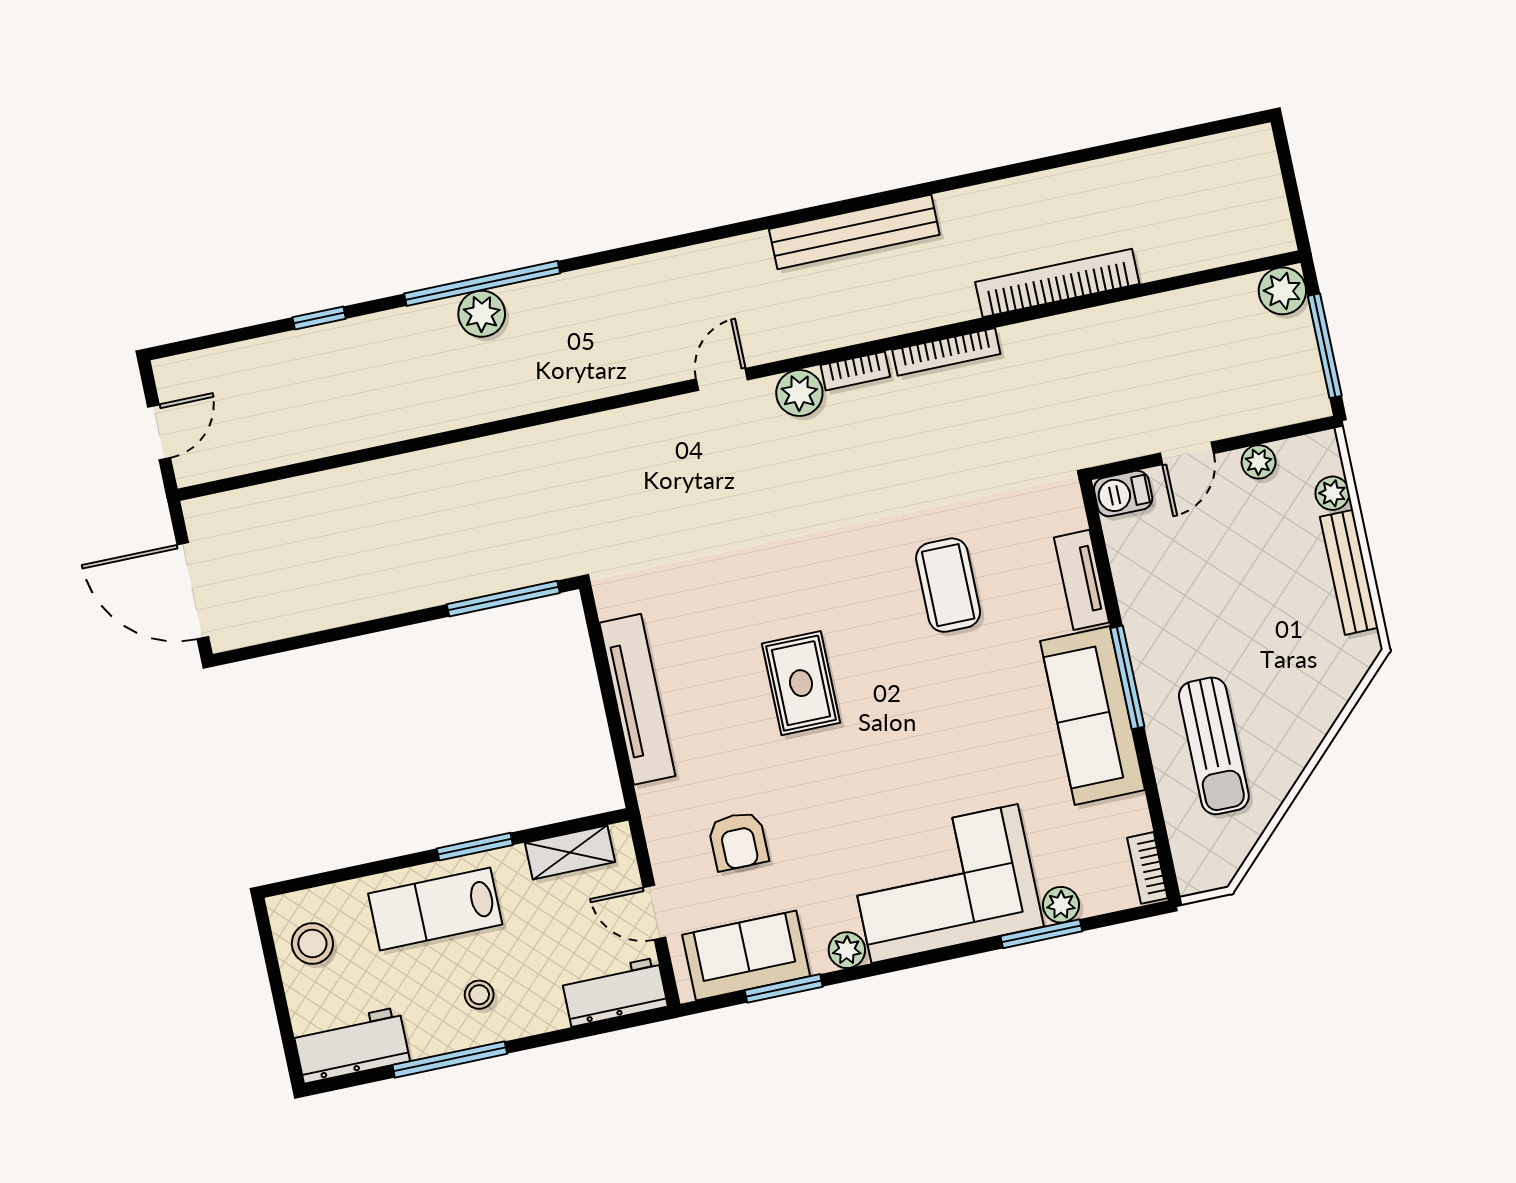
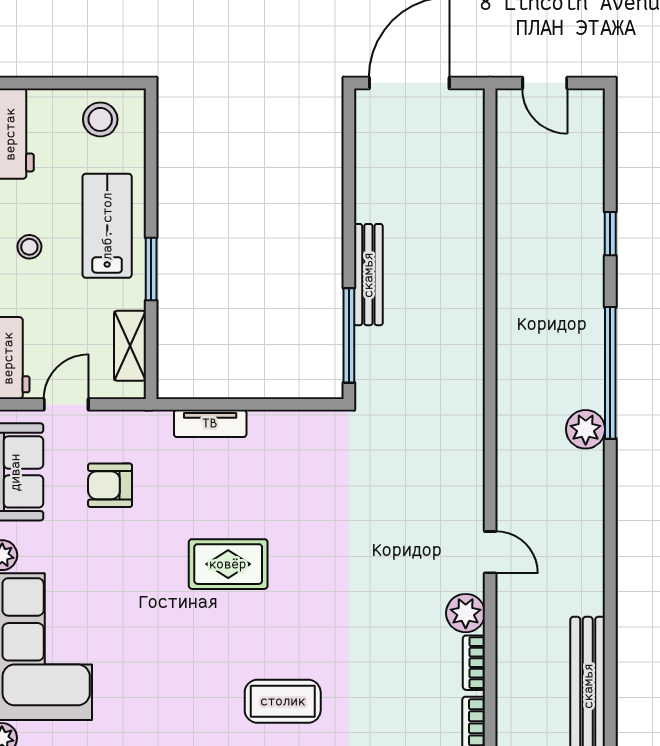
plant: (482, 314) -> (586, 429), moved
bench: (427, 591) -> (368, 275), added
tv unit: (637, 699) -> (210, 423), width x0.52, depth x0.78

